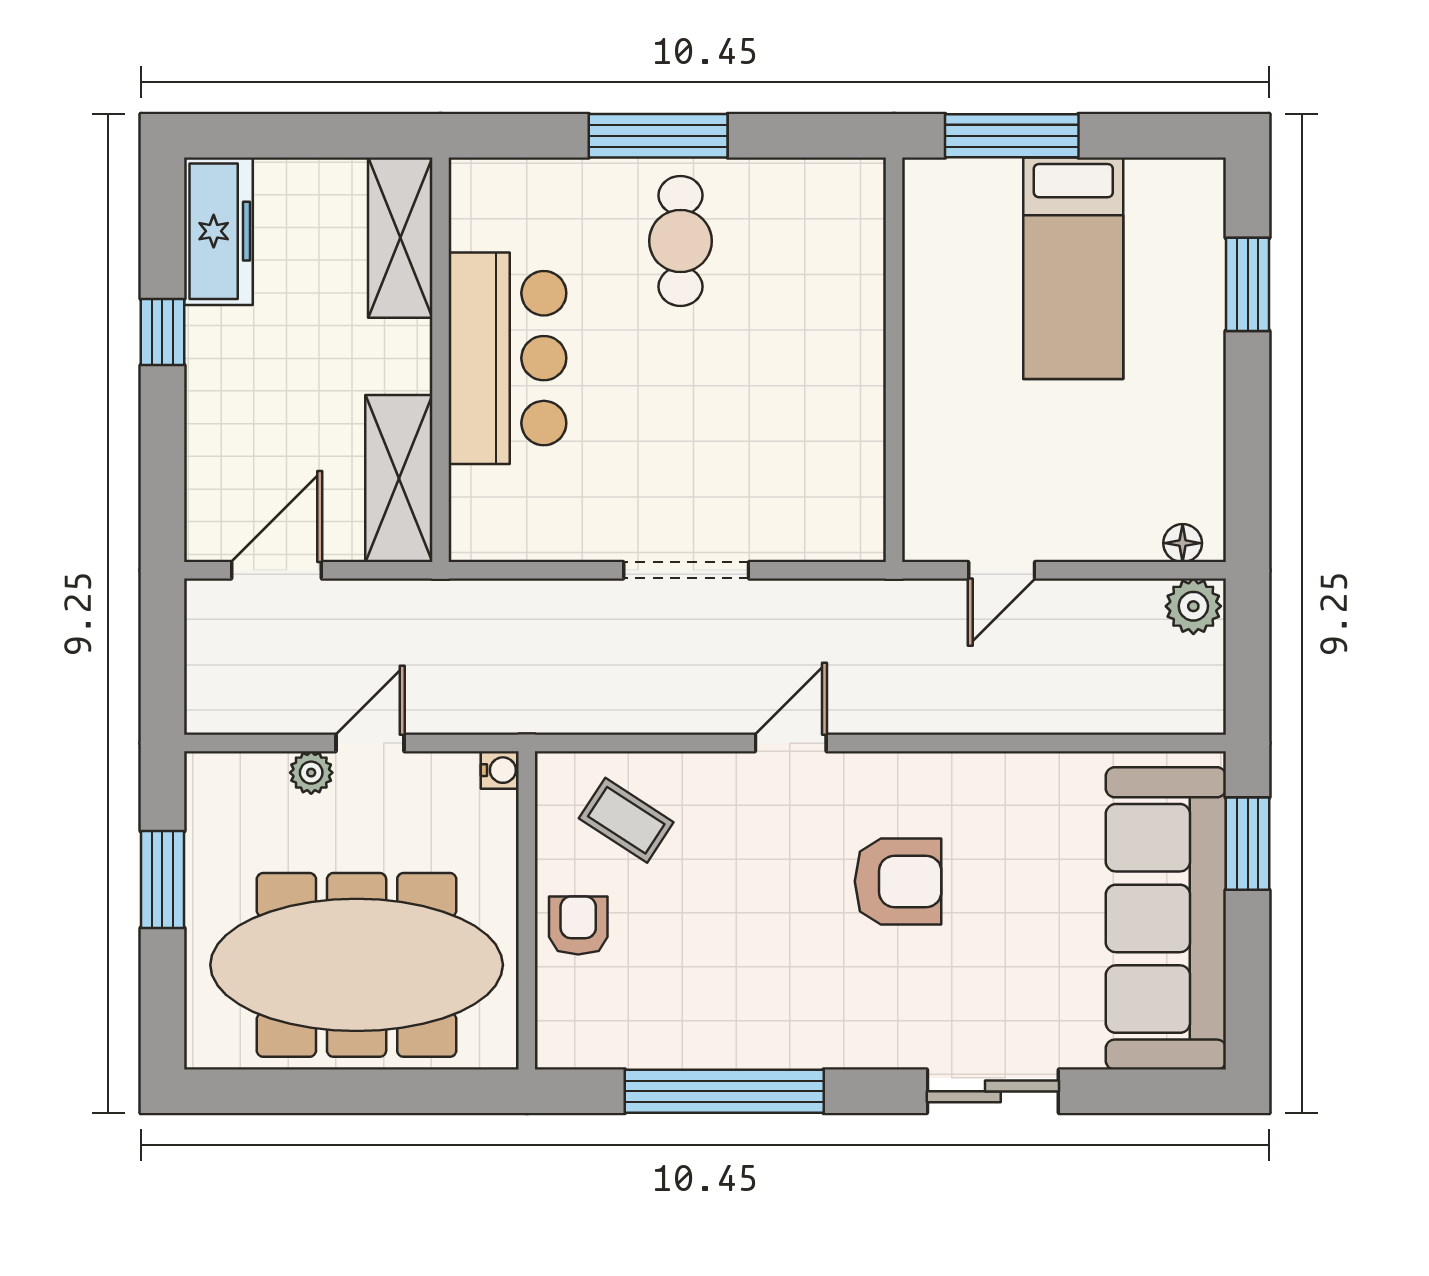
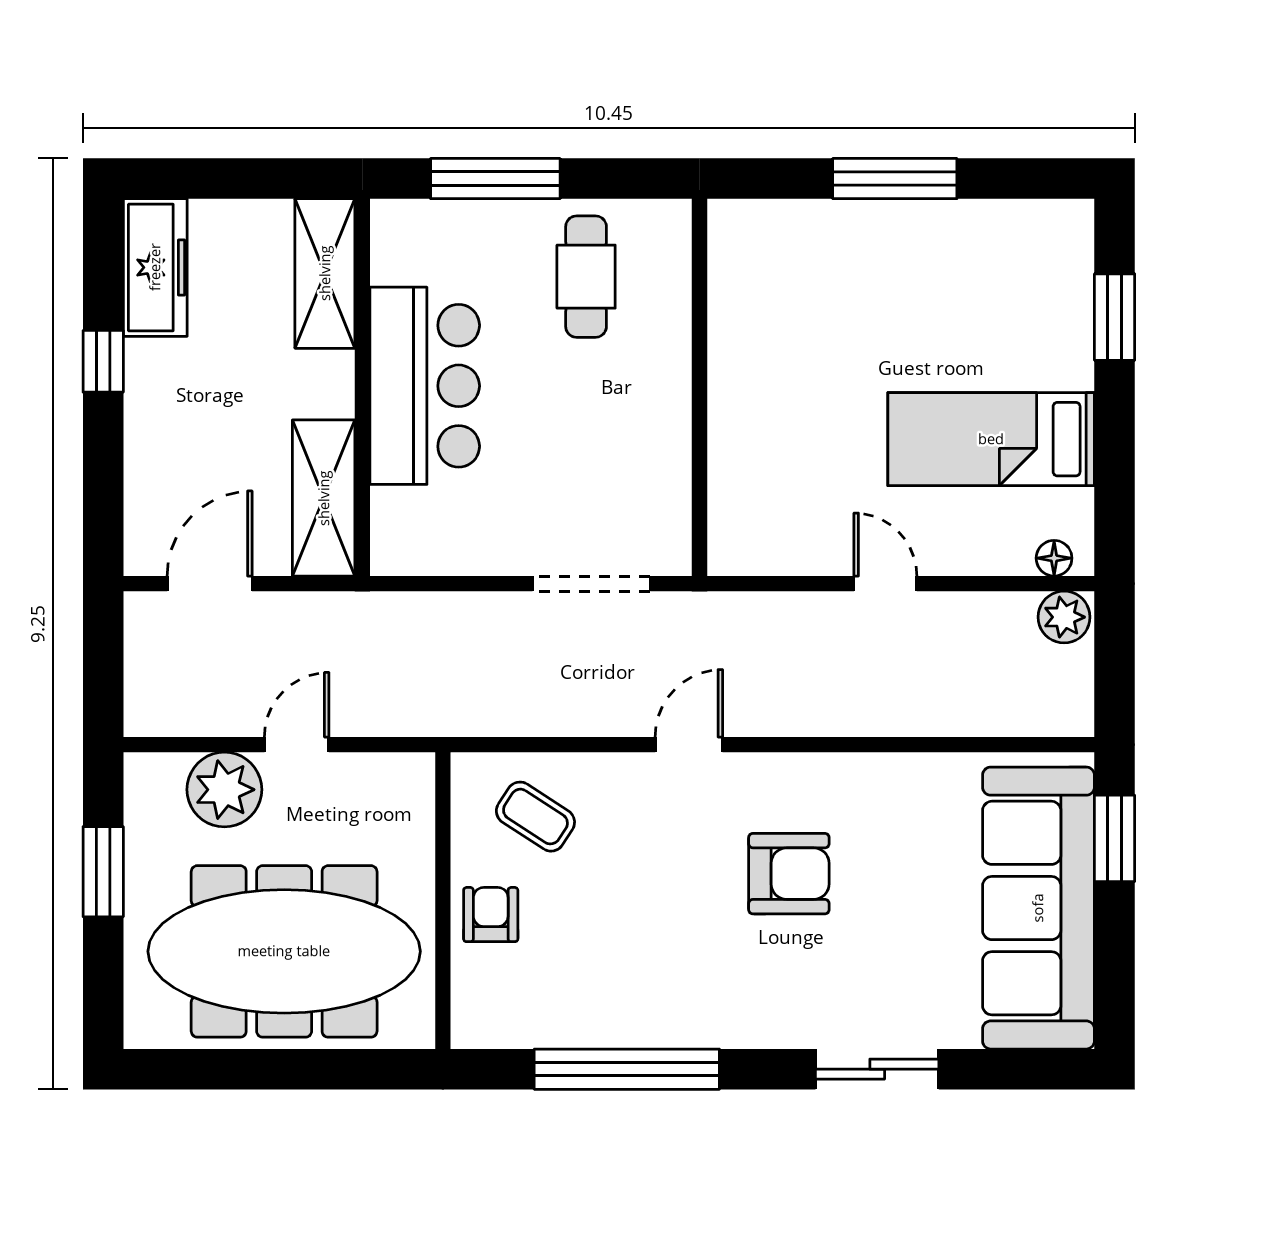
window: (658, 136) -> (495, 179), moved
bed: (1073, 268) -> (991, 439), moved, turned 90
wall: (894, 360) -> (699, 387), moved
door: (1002, 570) -> (885, 584), swing flipped
water cooler: (500, 770) -> (418, 770), removed
plant: (311, 773) -> (224, 790), width x1.88, depth x1.88

